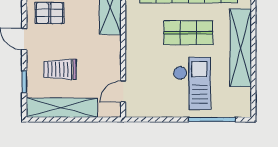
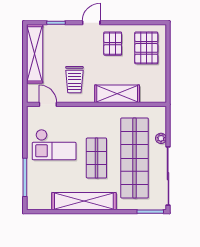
trolley: (60, 69) -> (74, 80), moved, turned 180
checkout: (192, 83) -> (54, 145), moved

